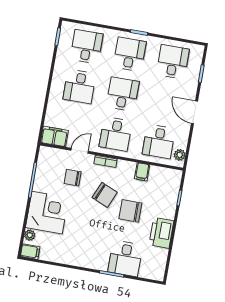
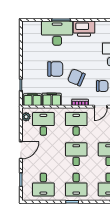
desk: (123, 94) -> (76, 154), turned 180
door: (194, 112) -> (21, 150), hinge flipped
filing cabinet: (142, 172) -> (52, 99), width x2.00
filing cabinet: (167, 176) -> (32, 100), added
printer: (161, 233) -> (84, 29), moved, turned 90
desk: (125, 258) -> (57, 33), width x1.37

